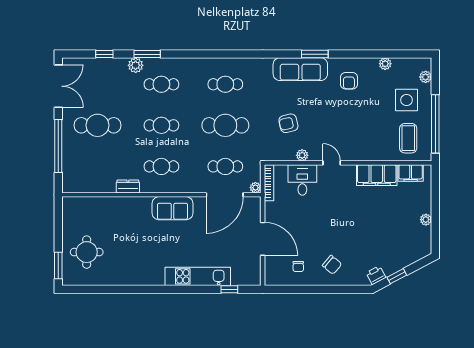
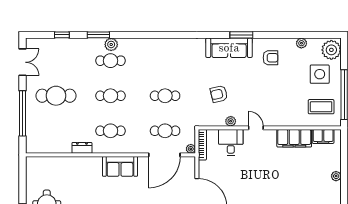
plant: (136, 65) -> (111, 44), moved
plant: (426, 77) -> (331, 50), width x1.88, depth x1.88
armchair: (349, 81) -> (271, 58), turned -90
cafe table: (225, 84) -> (165, 61), removed
double door: (58, 86) -> (23, 62), width x0.73
cafe table: (225, 125) -> (165, 96), width x0.73, depth x0.74
coffee table: (408, 138) -> (321, 107), turned 90

